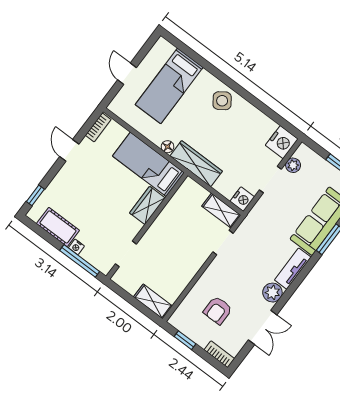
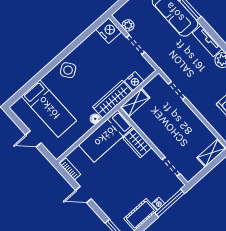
nightstand: (242, 199) -> (134, 81), moved, turned 90
shelving: (221, 211) -> (135, 103), moved

